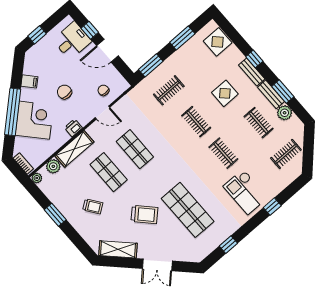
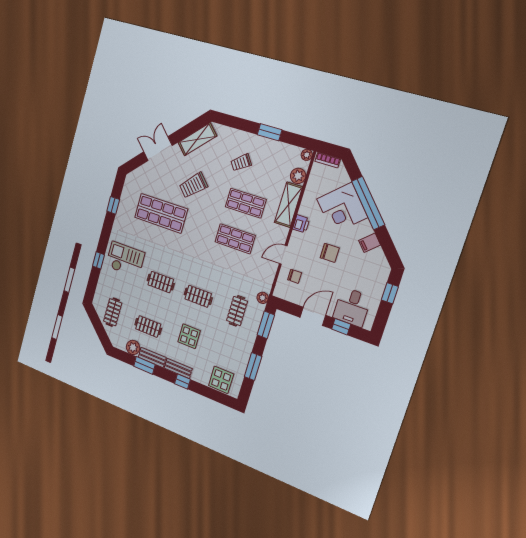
plant: (140, 88) -> (263, 298), added

